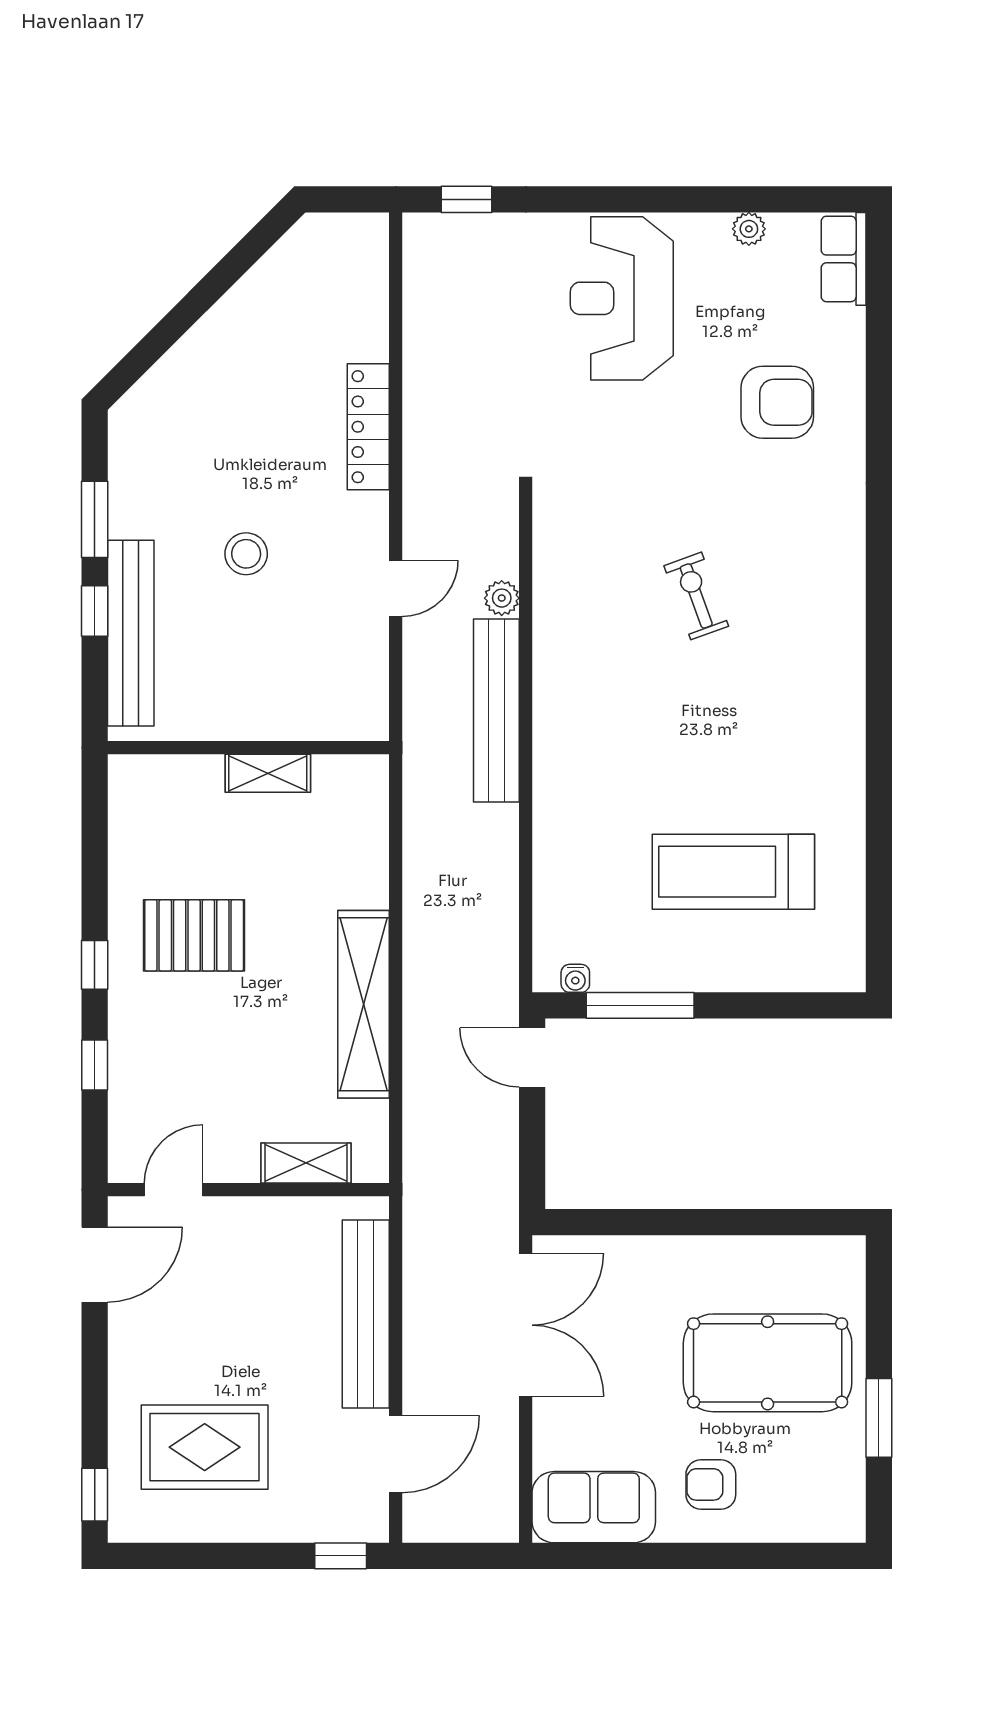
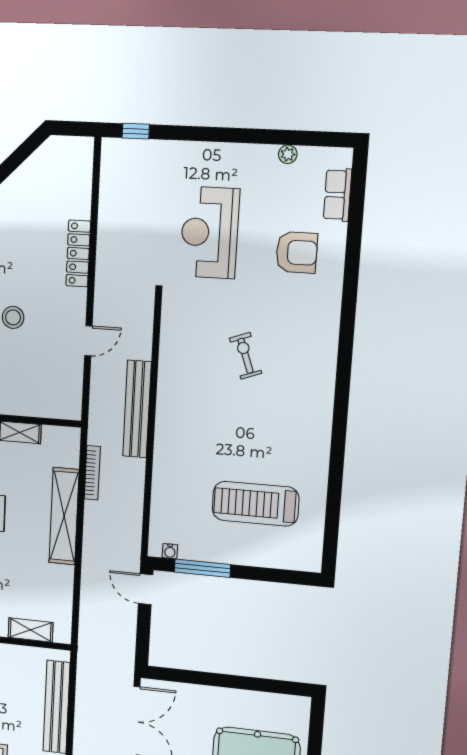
row of seats: (844, 259) -> (338, 195), moved
reception desk: (622, 298) -> (210, 233), moved
plant: (502, 598) -> (143, 350), removed
bookcase: (416, 840) -> (92, 473), added
shelving: (364, 1004) -> (64, 516), moved

